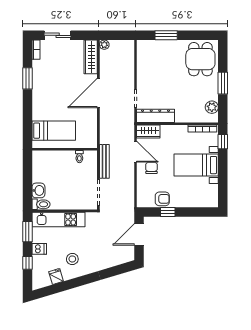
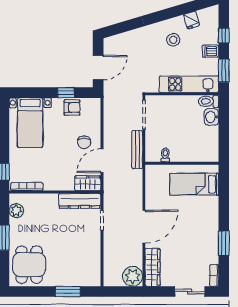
plant: (104, 45) -> (133, 276), width x1.87, depth x1.87
door: (136, 152) -> (102, 161), hinge flipped
bed with nightstands: (196, 165) -> (30, 123), moved, turned 90
armchair: (162, 199) -> (72, 107), turned 180

